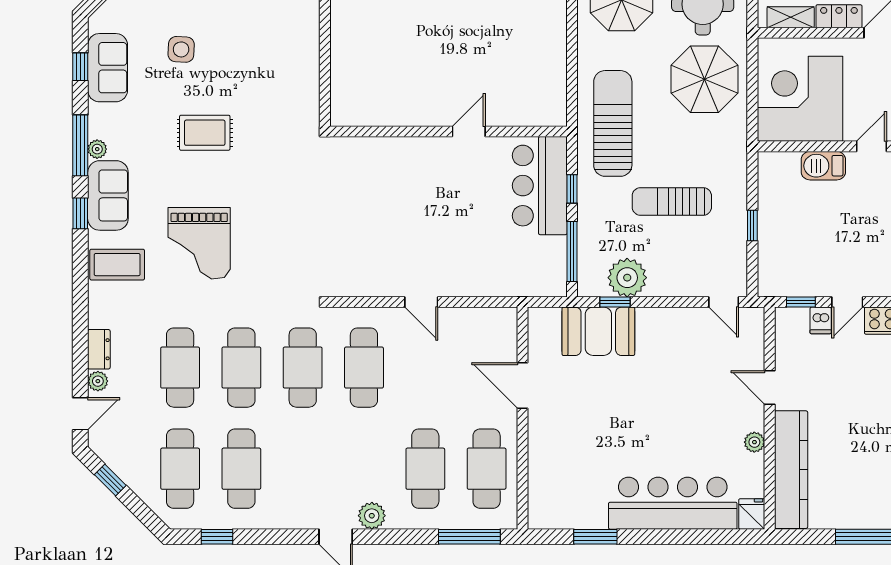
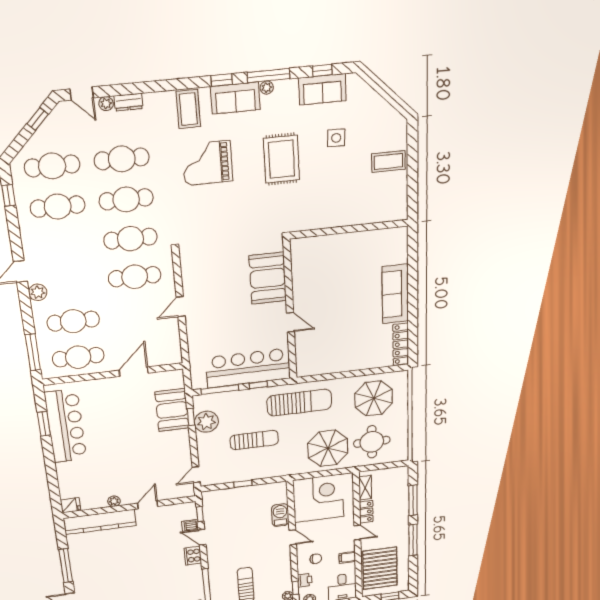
rug: (205, 133) -> (281, 159), width x1.36, depth x1.43
booth: (390, 164) -> (268, 278), added
bar counter: (540, 186) -> (248, 368), width x1.36
sun lounger: (672, 201) -> (254, 440), turned 90
bar counter: (673, 503) -> (66, 426), moved

